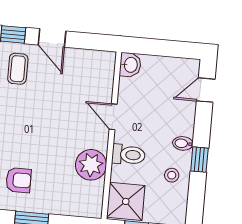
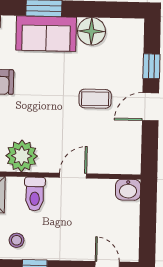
coffee table: (18, 69) -> (95, 99), moved
bidet: (183, 143) -> (50, 250), removed

